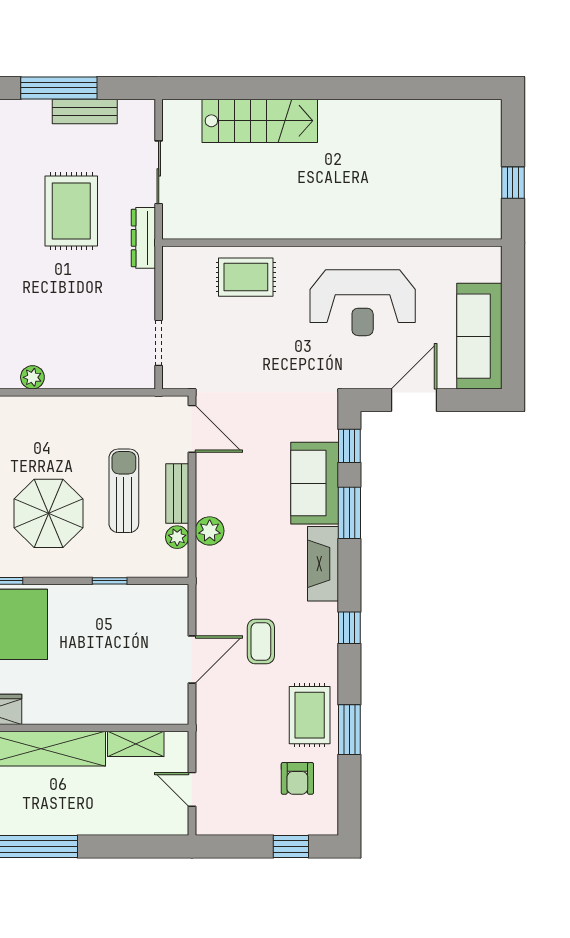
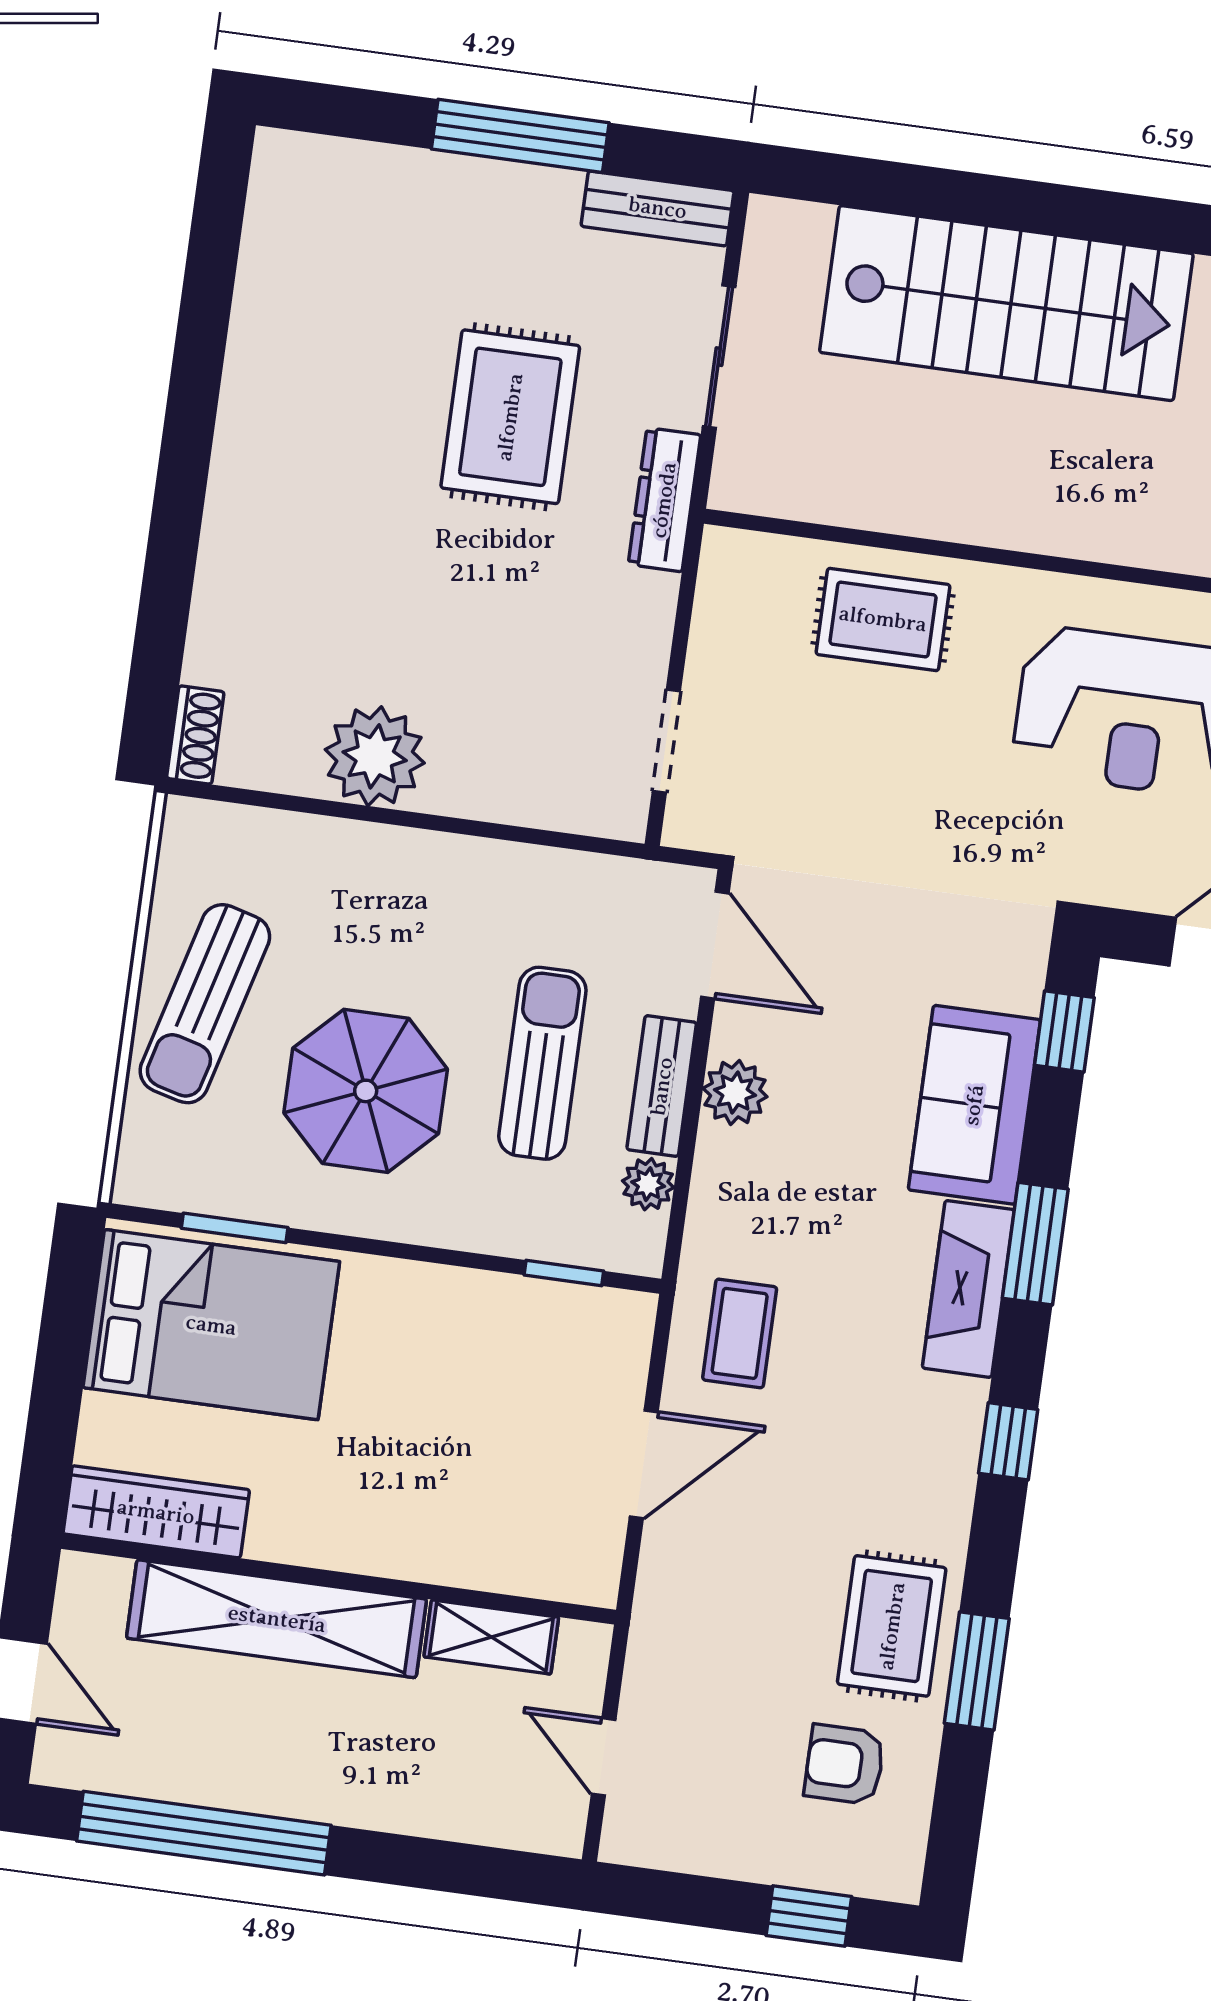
bench: (85, 111) -> (658, 208), moved
stairs: (260, 121) -> (1006, 303), width x1.36, depth x1.51
plant: (32, 377) -> (375, 756), width x1.88, depth x1.88
window: (349, 513) -> (1035, 1244), moved
plant: (210, 531) -> (735, 1092), moved
window: (110, 581) -> (564, 1273), moved
coffee table: (261, 642) -> (740, 1333), moved
armchair: (297, 778) -> (845, 1765), turned 90

